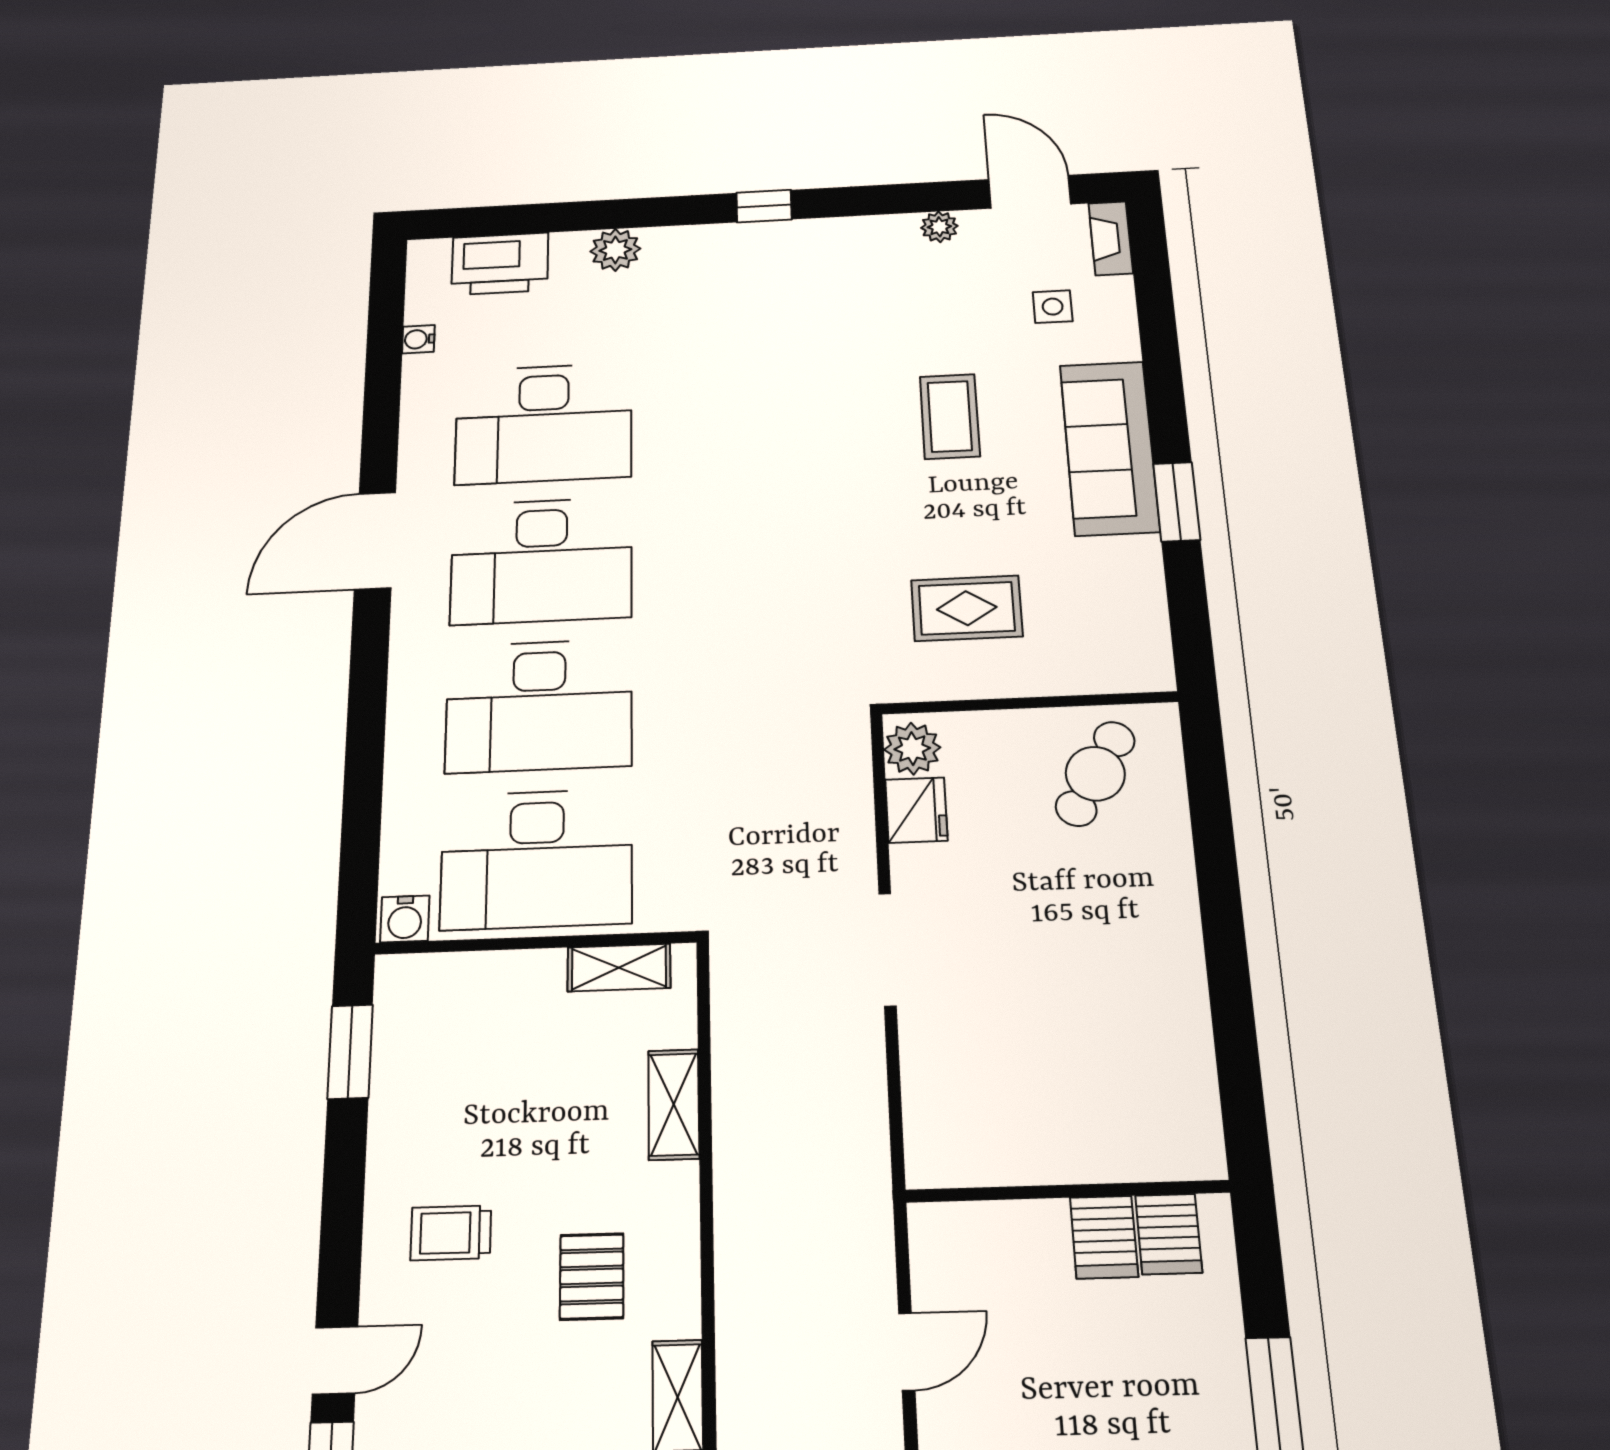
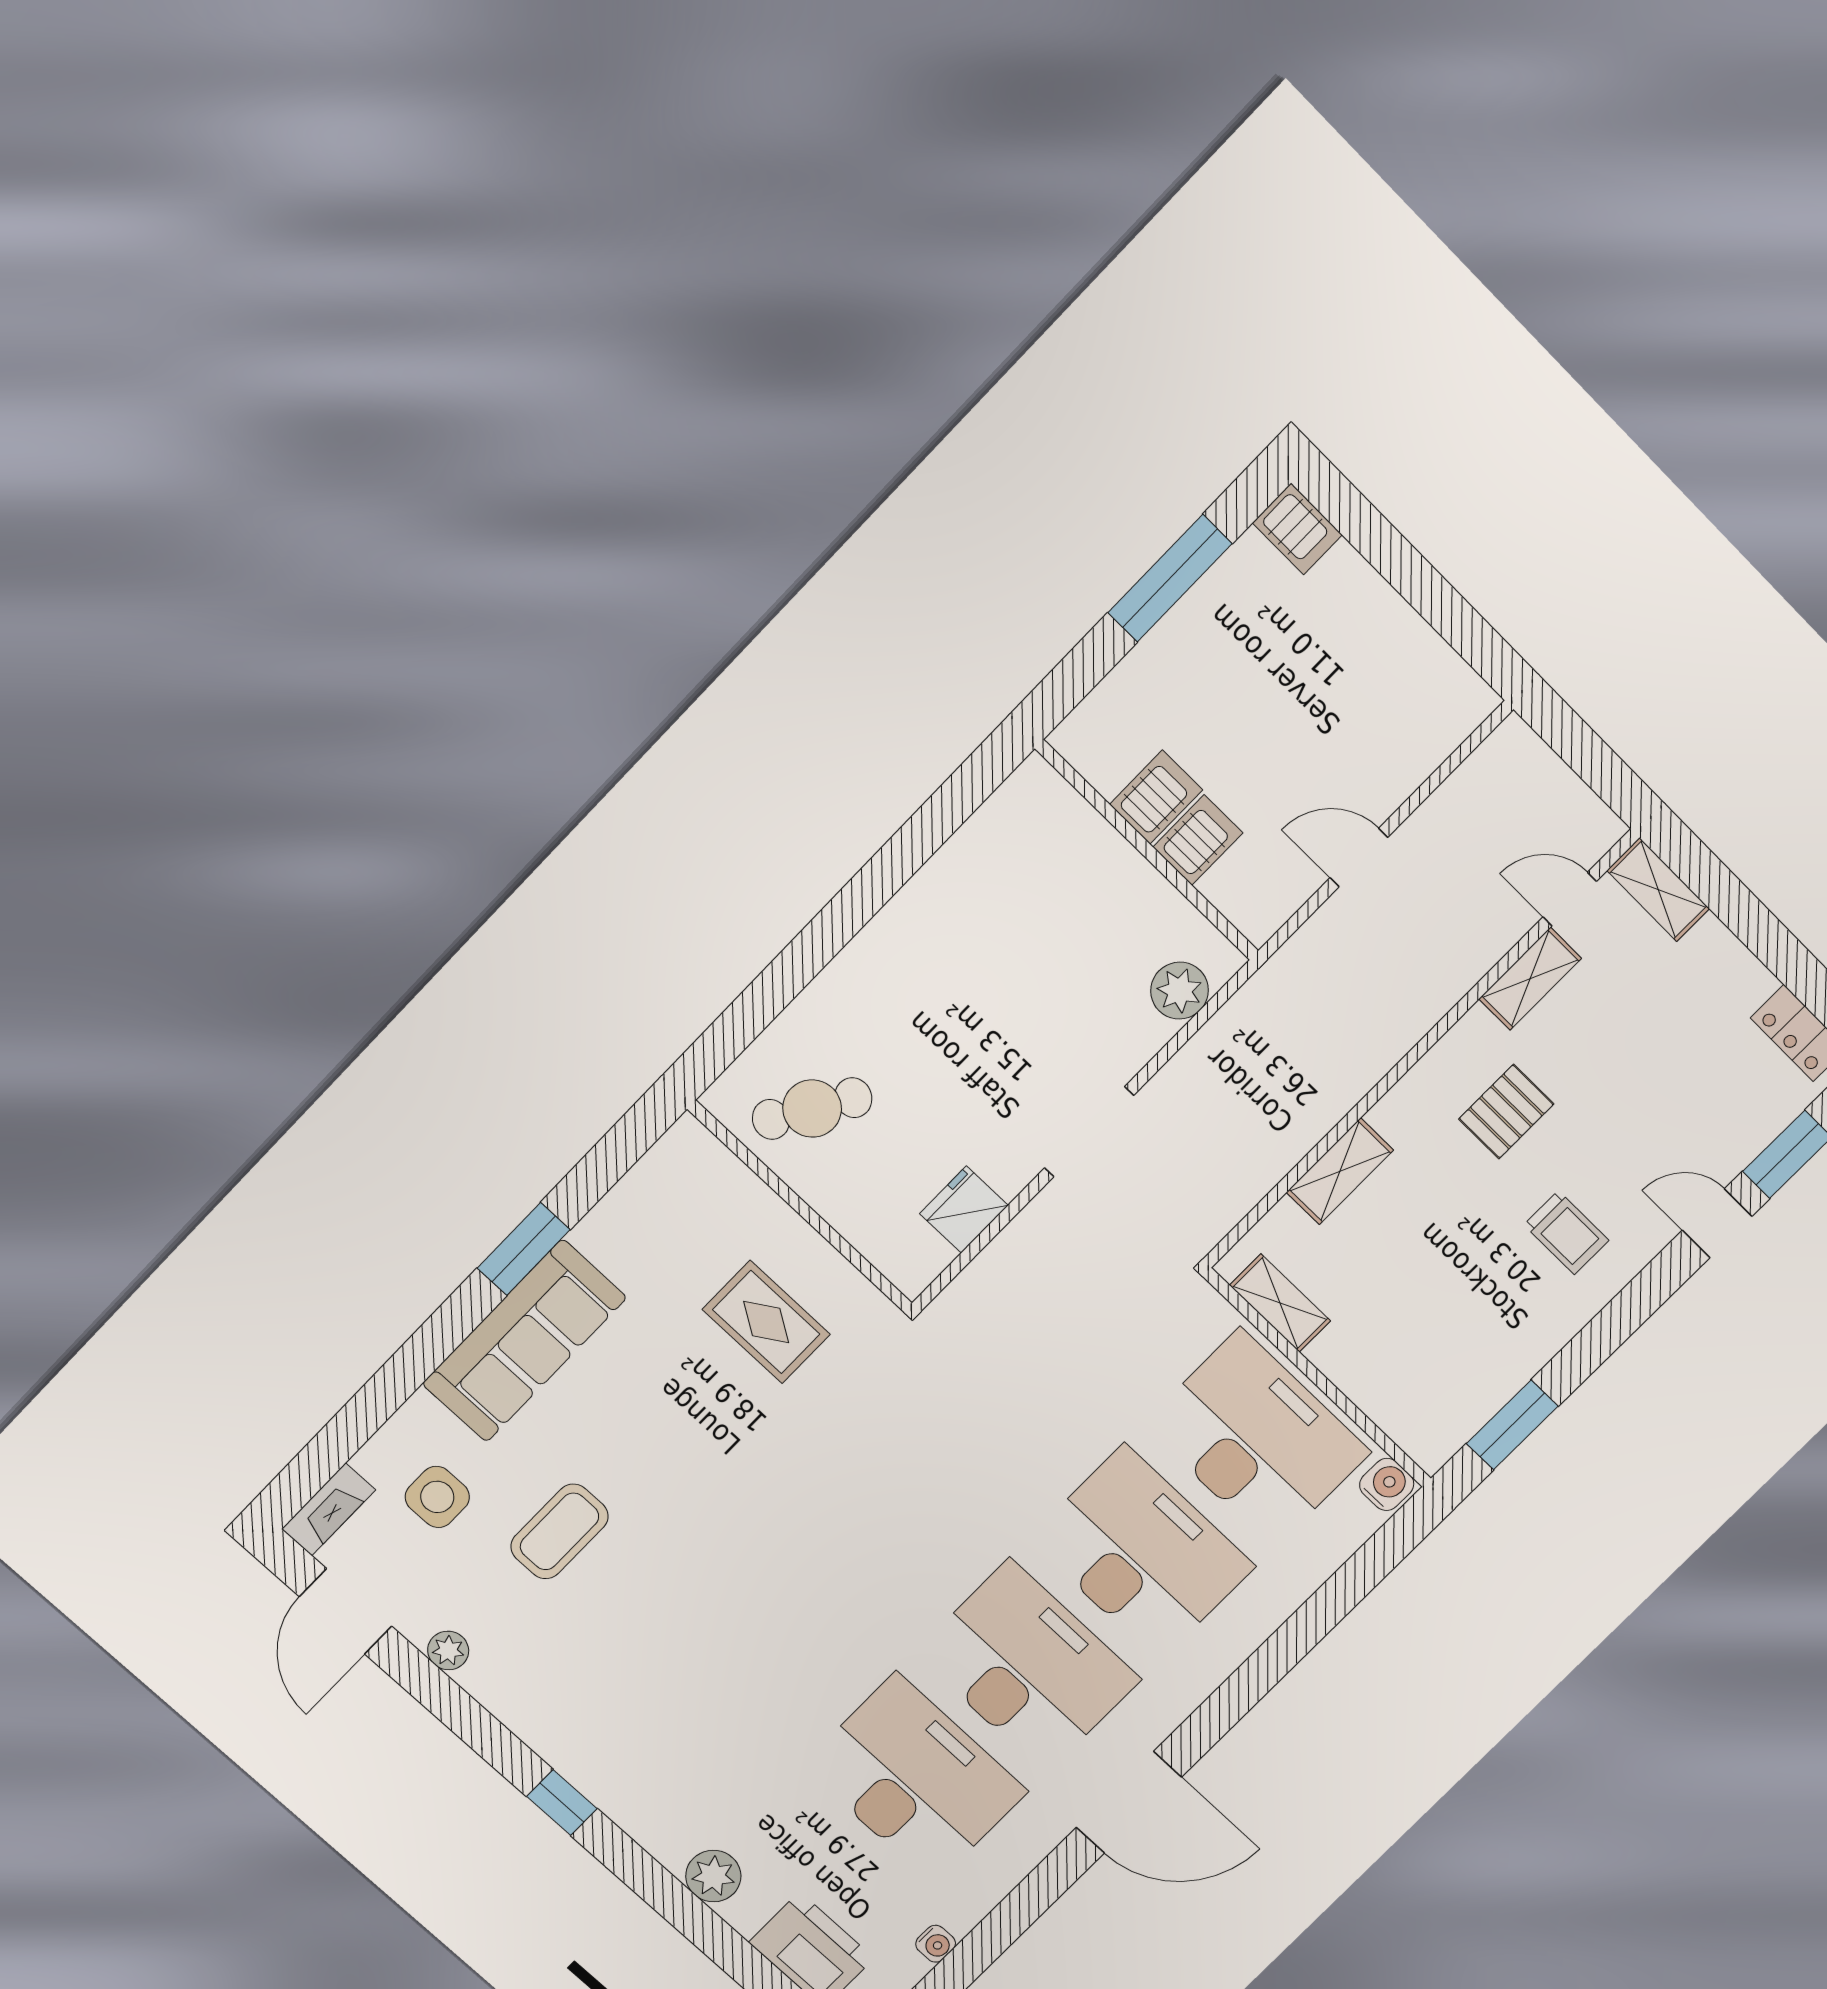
side table: (1053, 307) -> (437, 1497), width x1.37, depth x1.37
coffee table: (950, 416) -> (559, 1531), moved
plant: (912, 749) -> (1180, 991), moved
server rack: (1169, 1234) -> (1198, 840), moved

